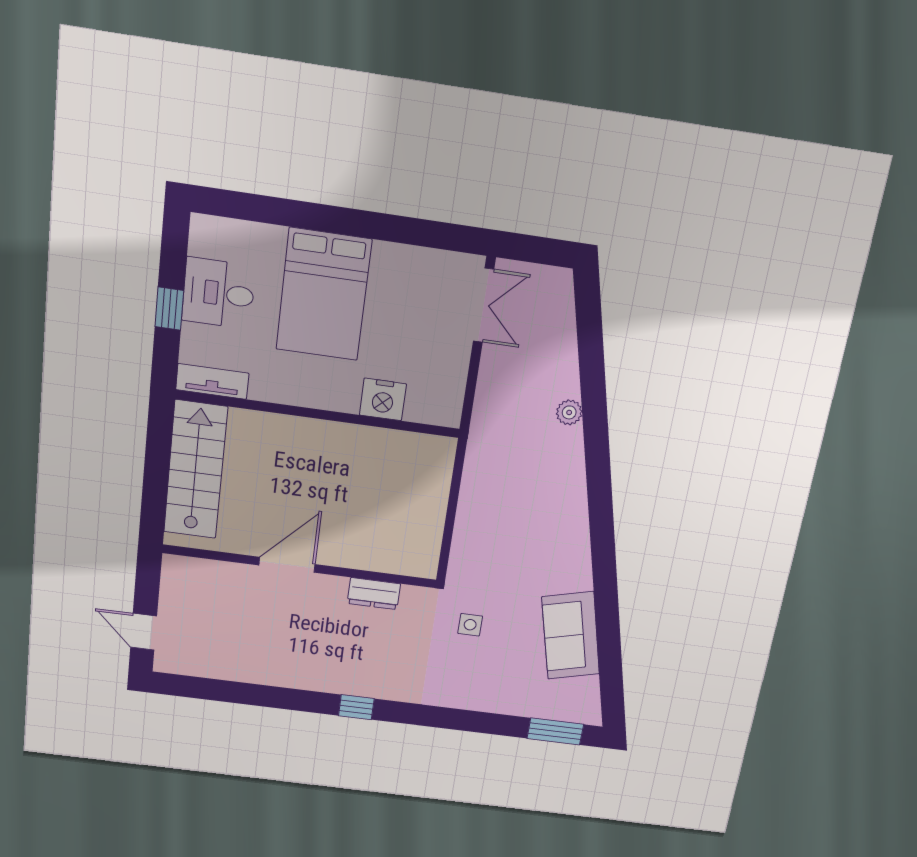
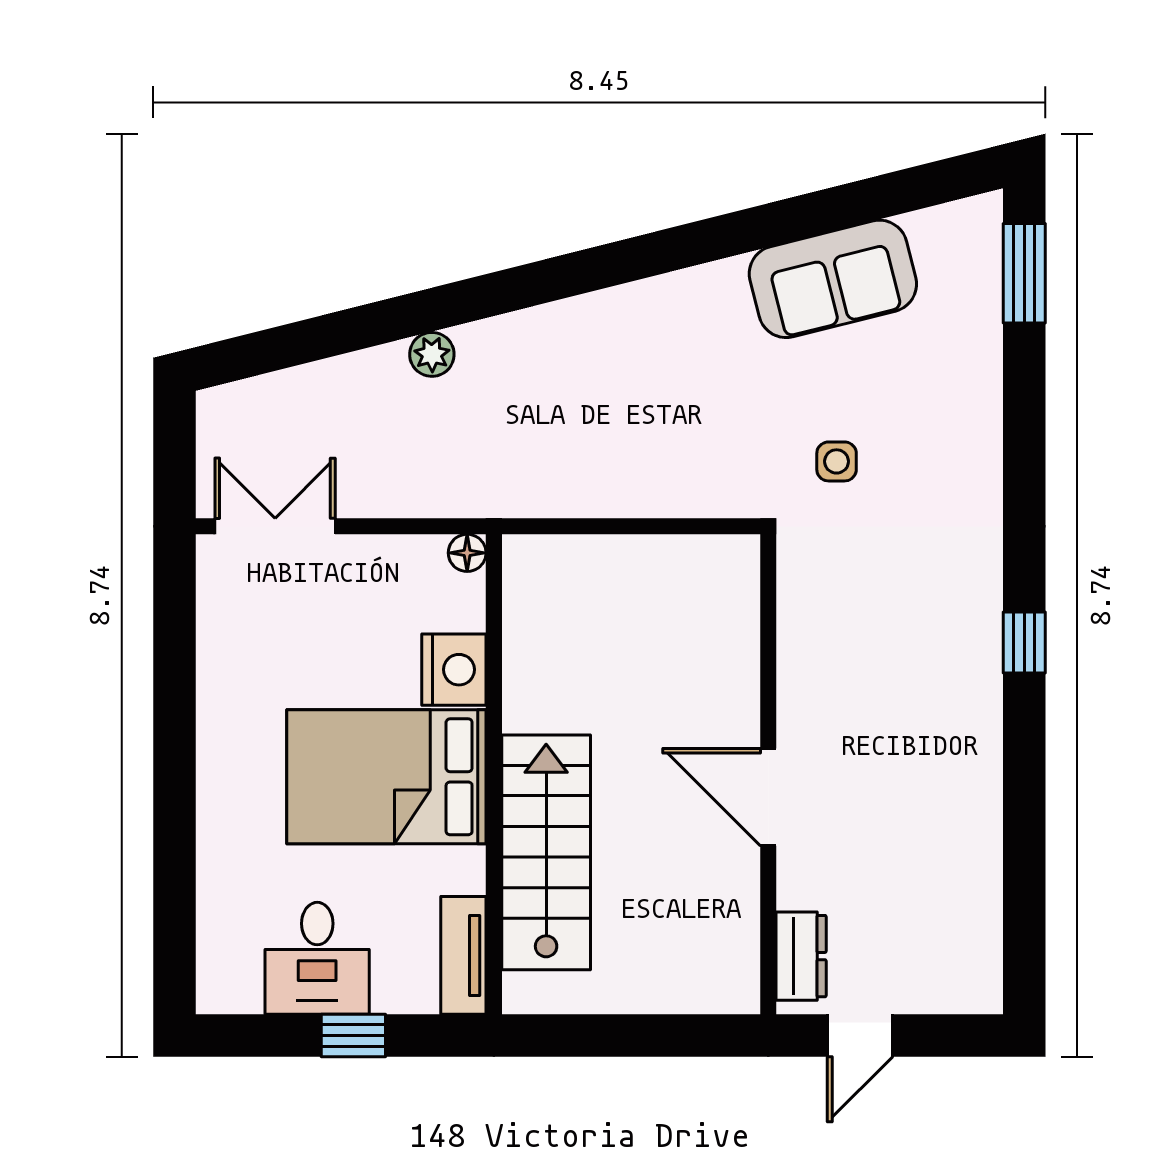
bed: (324, 295) -> (386, 777), moved, turned 180
floor lamp: (450, 417) -> (467, 553), added
stairs: (195, 470) -> (546, 852), moved, turned 90
dresser: (374, 594) -> (801, 956), moved
door: (144, 632) -> (860, 1035), moved

